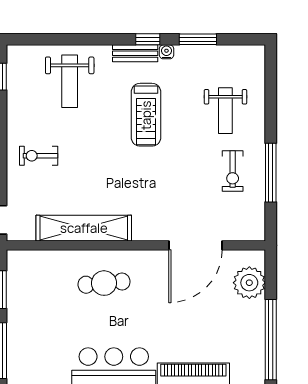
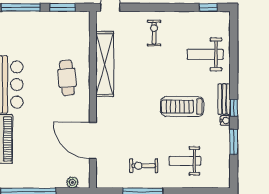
plant: (249, 283) -> (72, 182), width x0.53, depth x0.53

